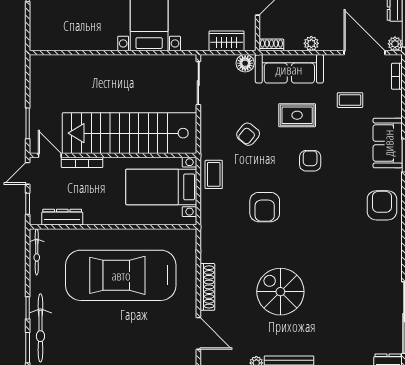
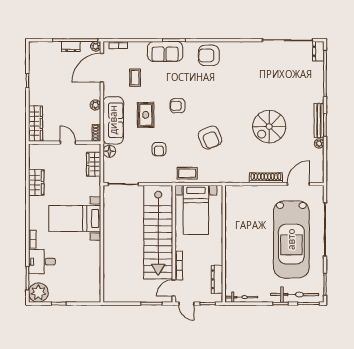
armchair: (248, 134) -> (159, 149), turned 51
armchair: (265, 207) -> (210, 138), turned 68
car: (121, 275) -> (291, 239), moved

